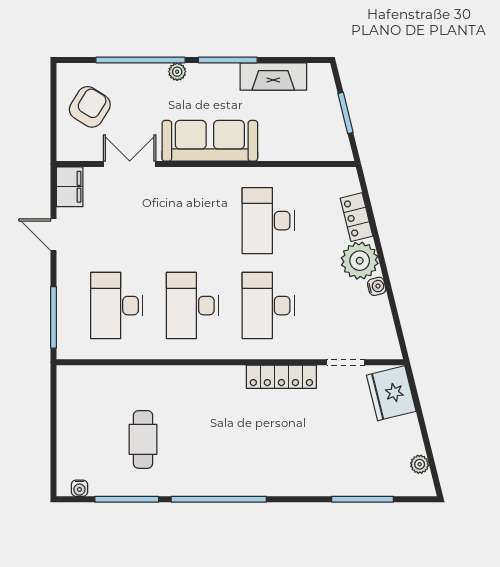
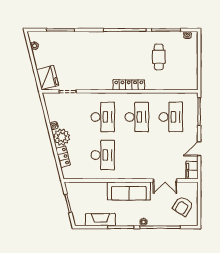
door: (53, 235) -> (199, 149), swing flipped
locker: (281, 377) -> (129, 85), moved

